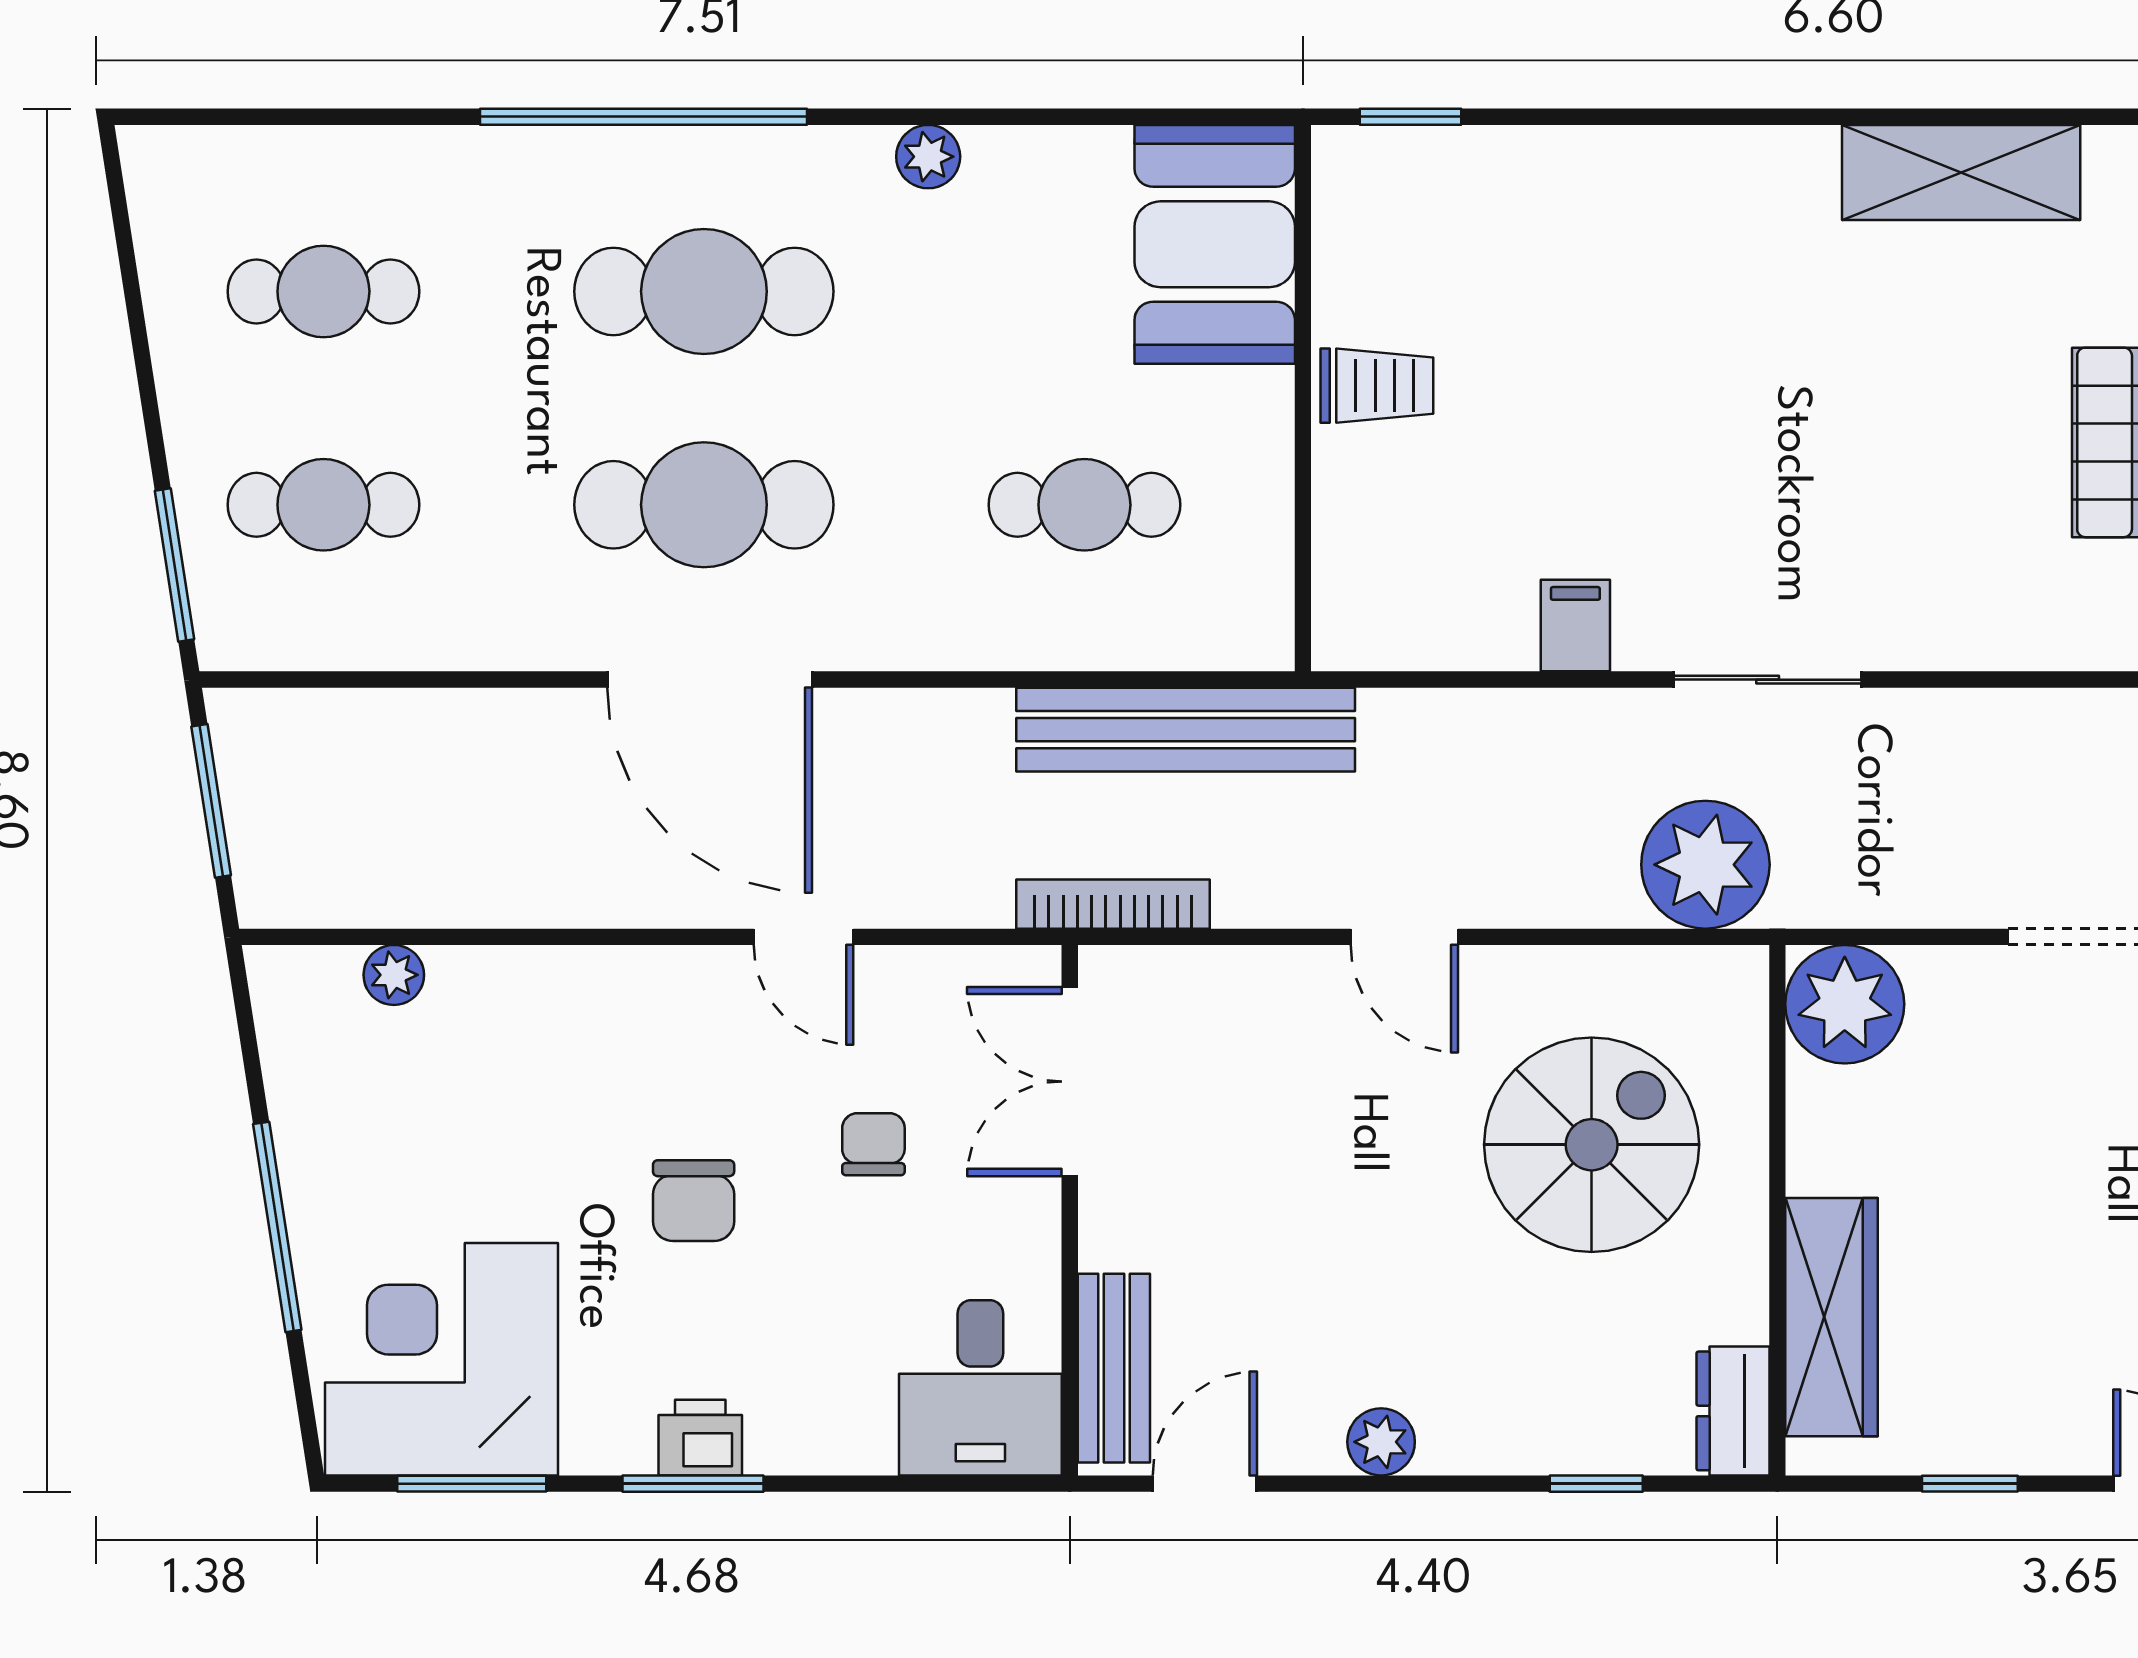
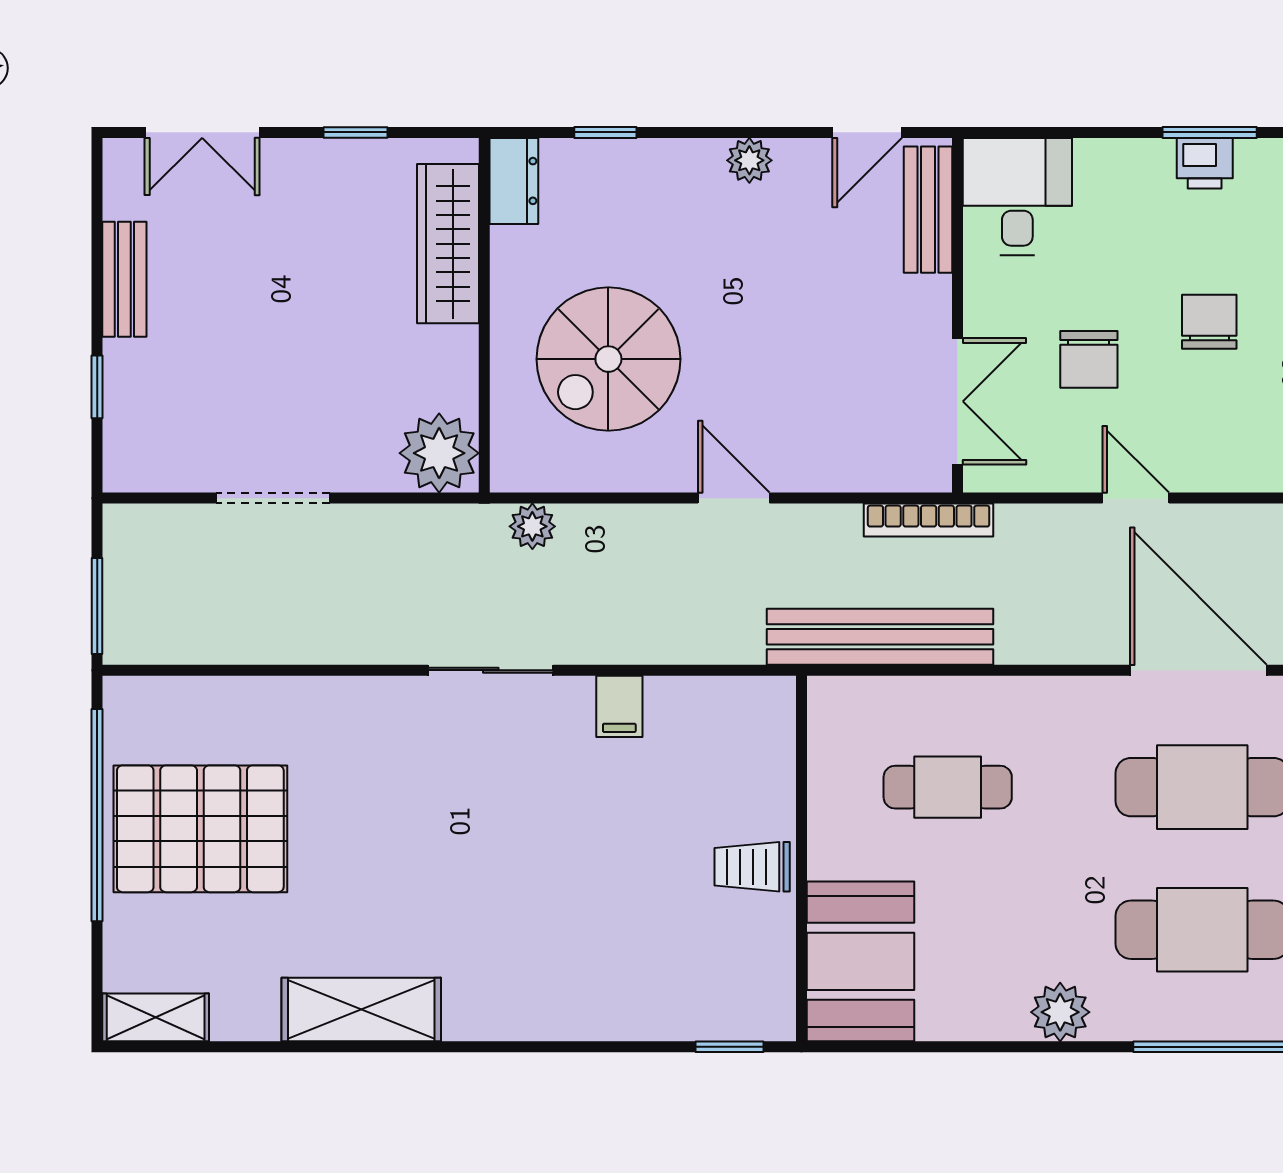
plant: (928, 157) -> (1060, 1012), width x1.38, depth x1.38
plant: (1705, 865) -> (532, 526), width x0.53, depth x0.53
chair: (873, 1144) -> (1089, 359), width x1.37, depth x1.37

